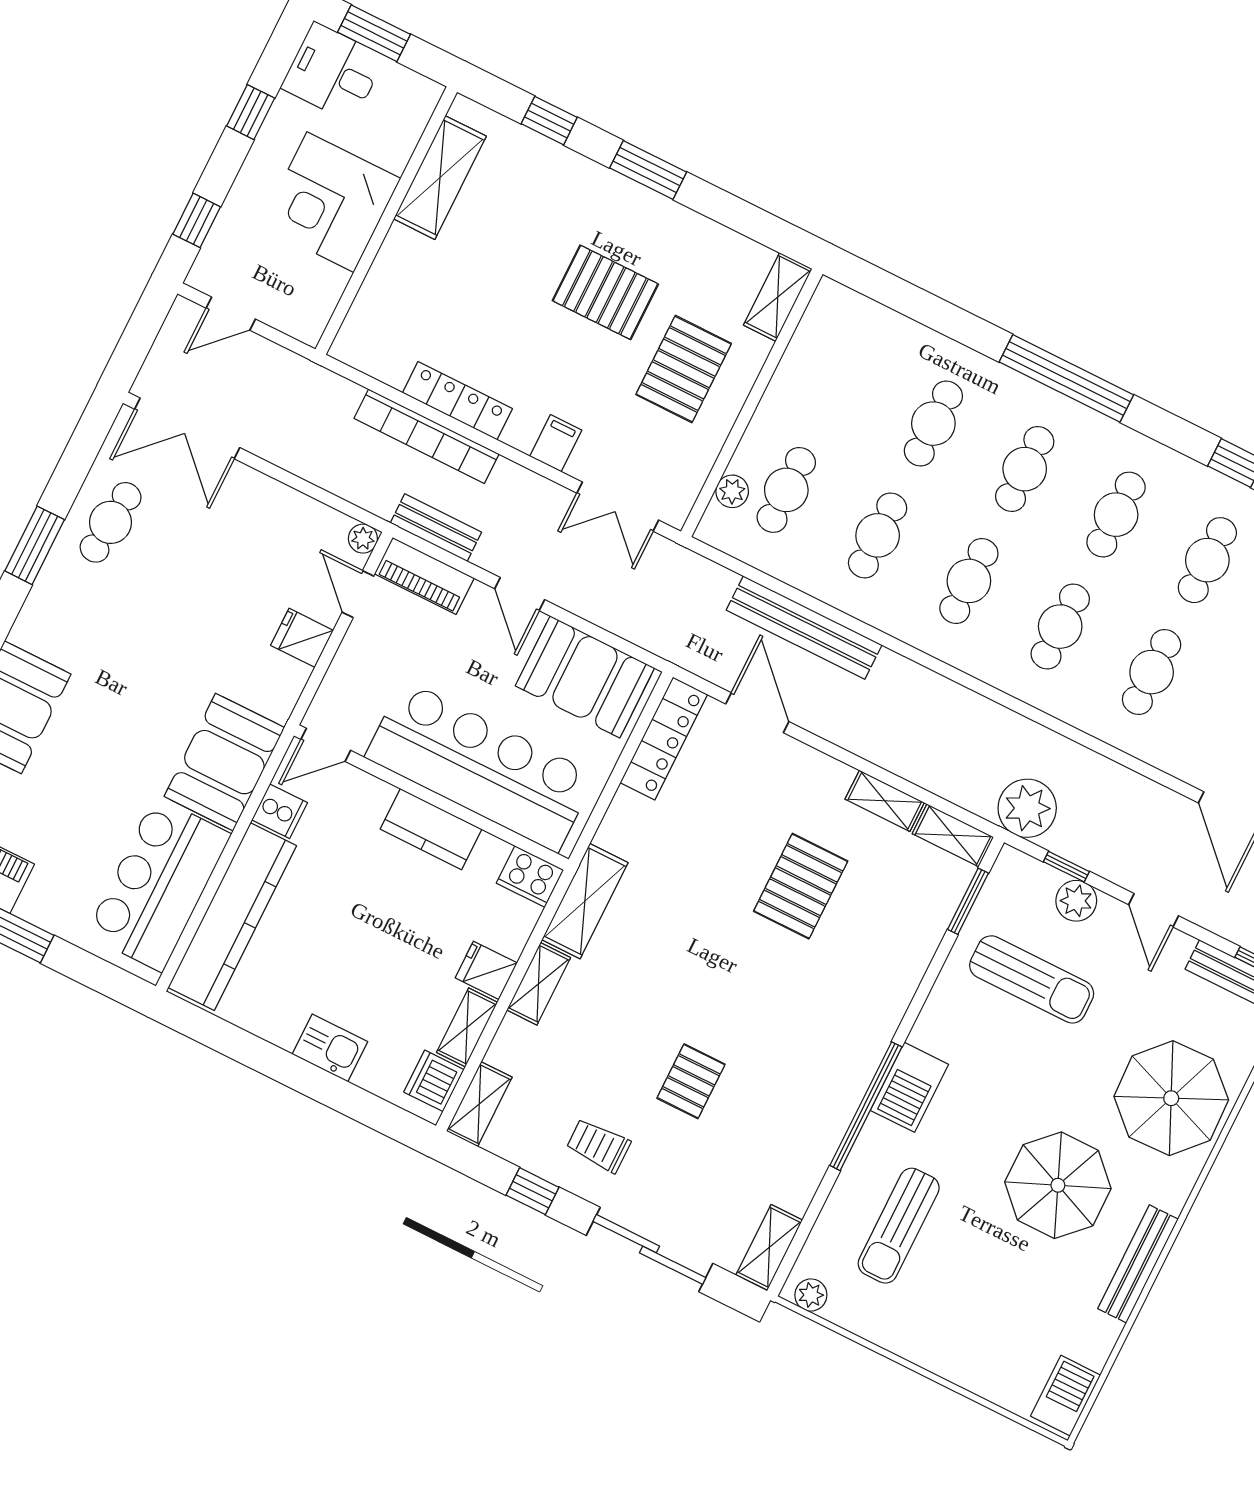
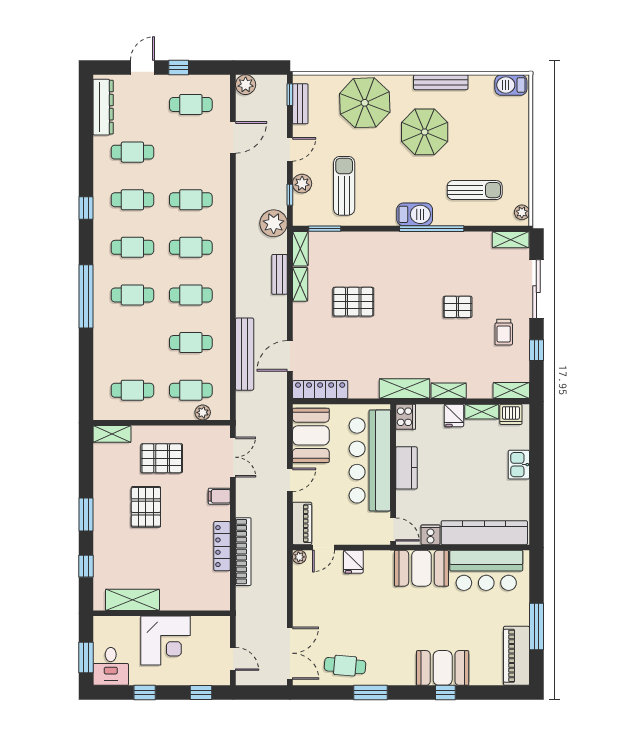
cafe table: (933, 424) -> (132, 390), moved
bench: (436, 528) -> (280, 274), moved

